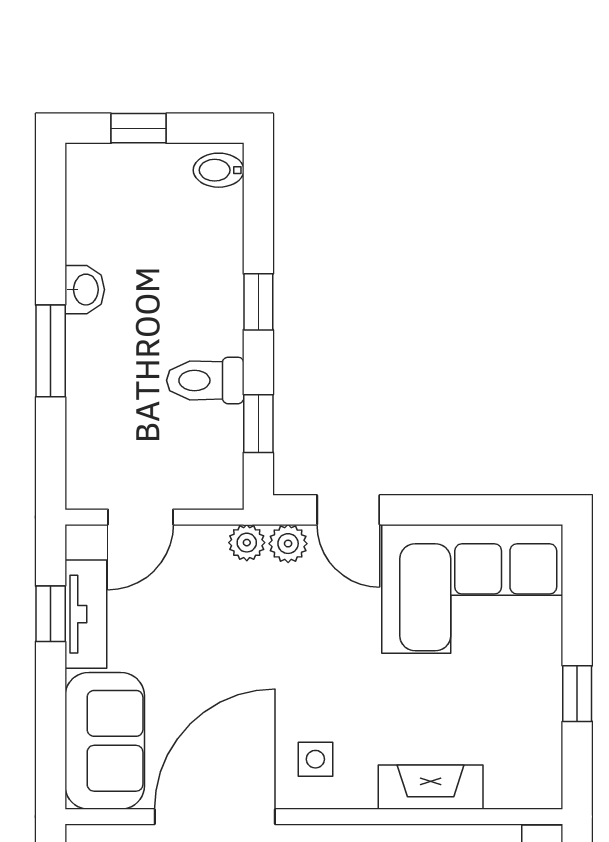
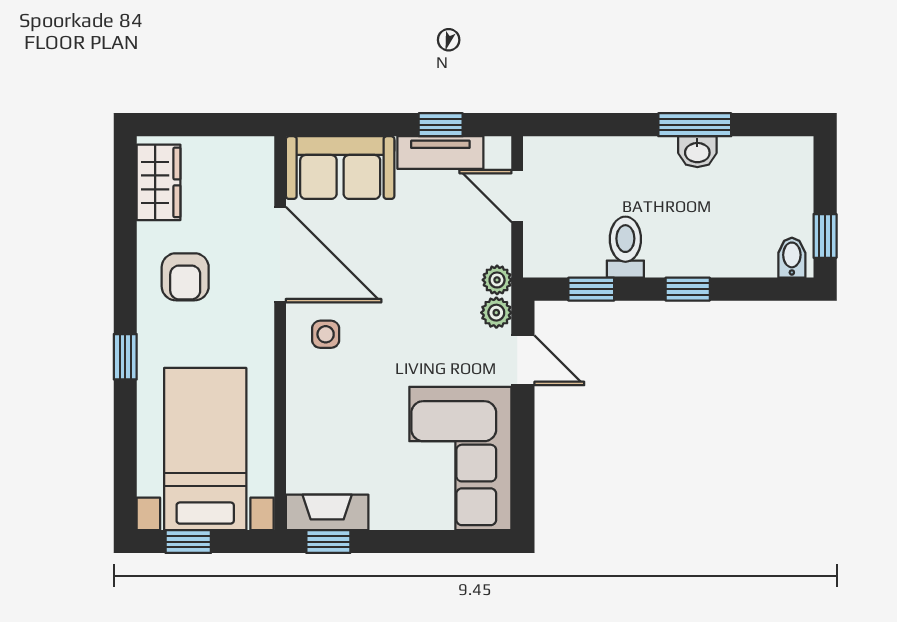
window: (139, 128) -> (825, 236), moved
window: (51, 351) -> (695, 125), moved
door: (348, 510) -> (523, 360), swing flipped
window: (577, 694) -> (328, 542), moved
fireplace: (431, 787) -> (327, 512), moved, turned -90

